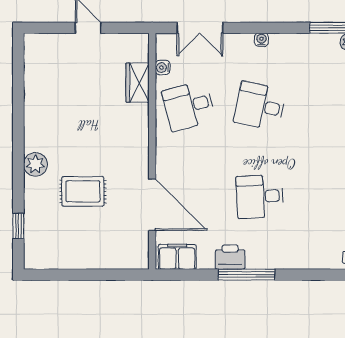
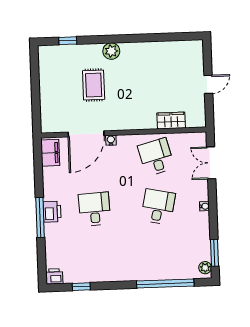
water cooler: (163, 67) -> (111, 140), moved
printer: (230, 257) -> (52, 212), moved
window: (246, 275) -> (40, 217), moved

